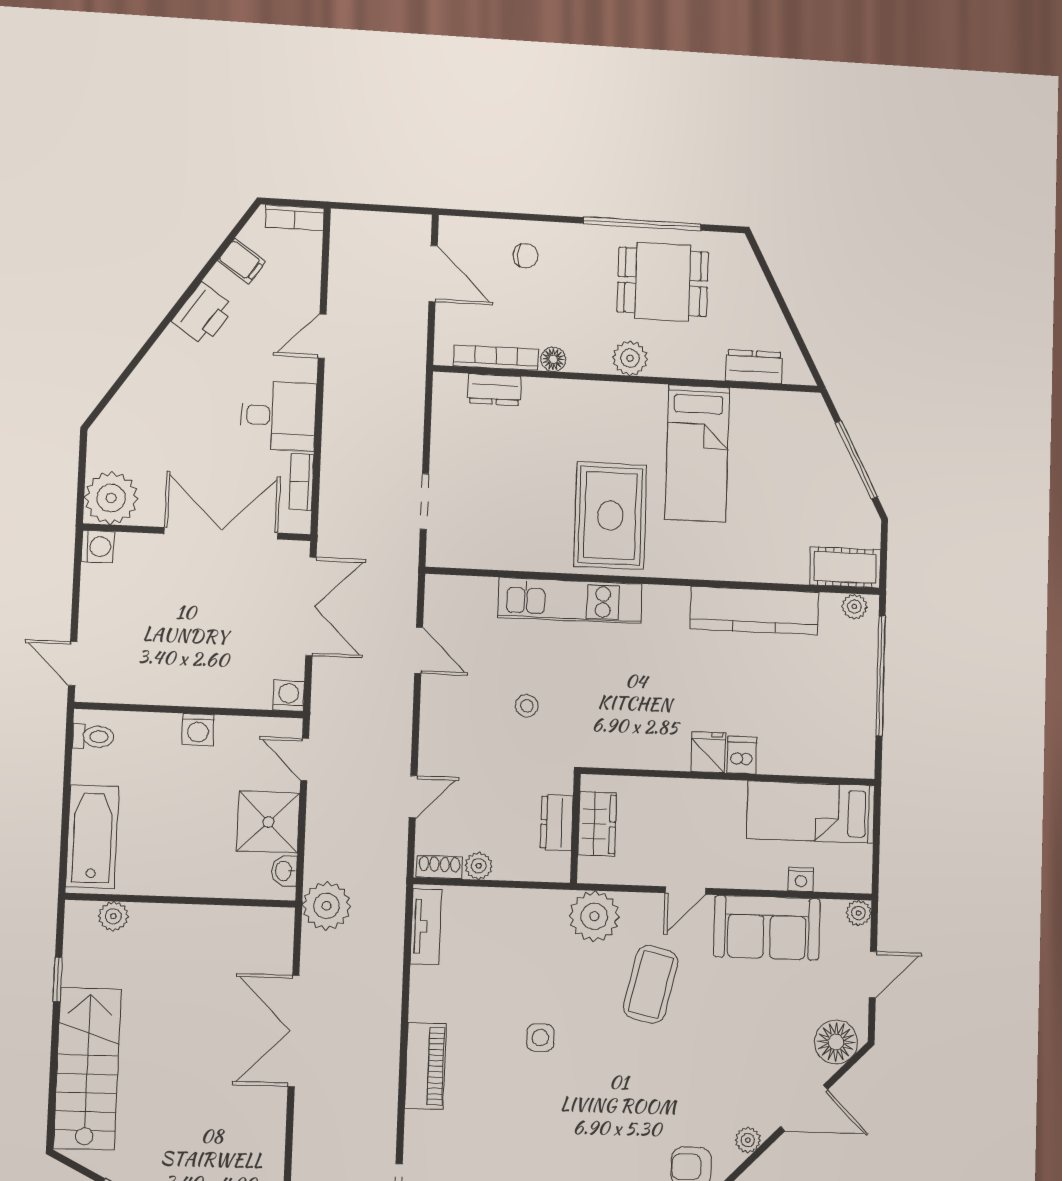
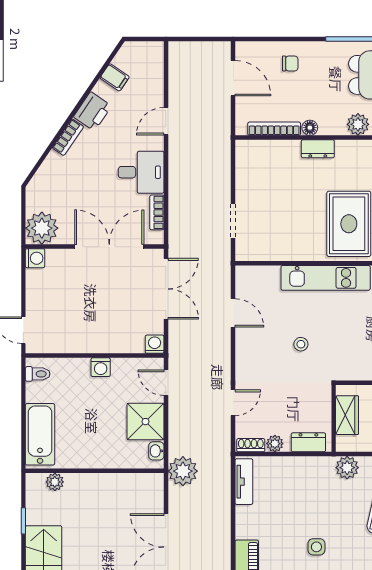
bookcase: (295, 218) -> (68, 137), moved, turned -56
dresser: (495, 390) -> (318, 149), moved
dresser: (557, 823) -> (308, 442), moved, turned 90
plant: (594, 916) -> (347, 468), width x0.73, depth x0.73

